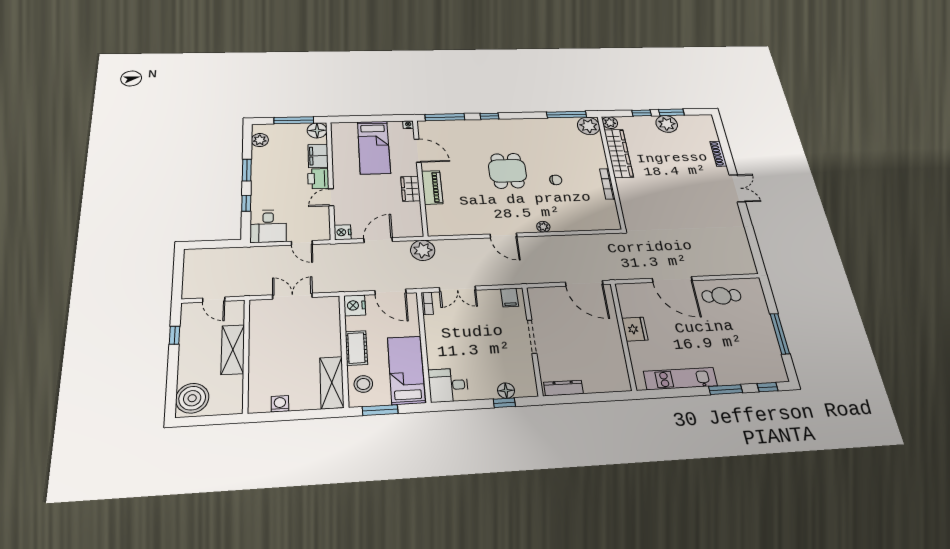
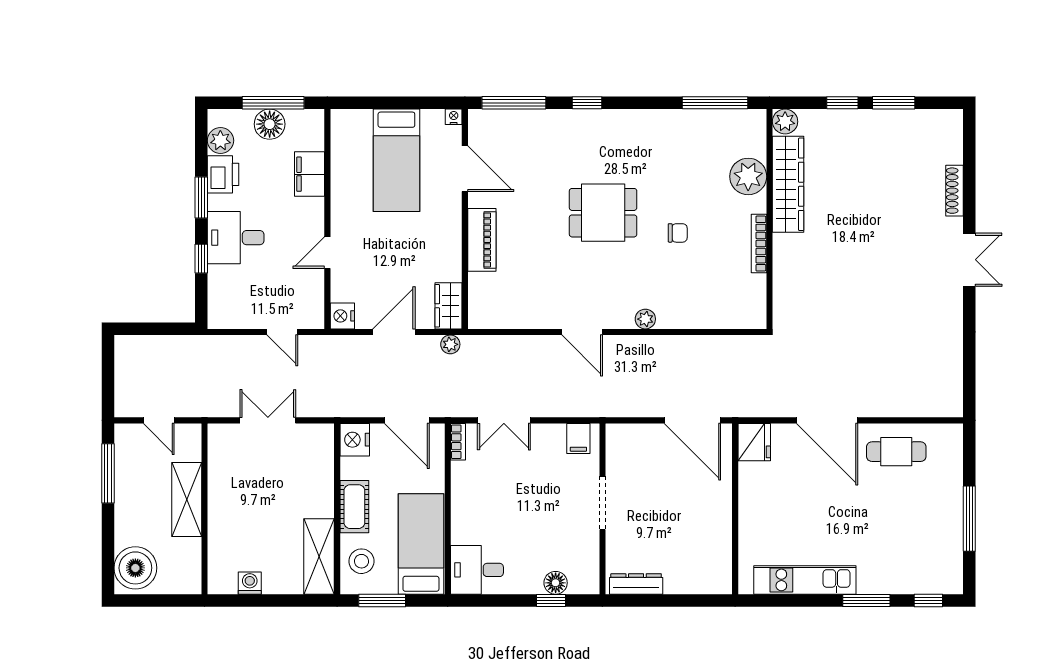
plant: (667, 124) -> (881, 127), removed
plant: (589, 126) -> (748, 176), moved
floor lamp: (317, 130) -> (270, 124), moved
dining table: (507, 171) -> (603, 213), turned 90
printer: (318, 179) -> (223, 174), moved, turned 180
wardrobe: (411, 189) -> (448, 306), moved
desk: (268, 226) -> (236, 238), moved, turned 90
plant: (423, 250) -> (450, 344), width x0.53, depth x0.53
fridge: (635, 329) -> (754, 442), moved
window: (175, 335) -> (108, 473), width x2.17

